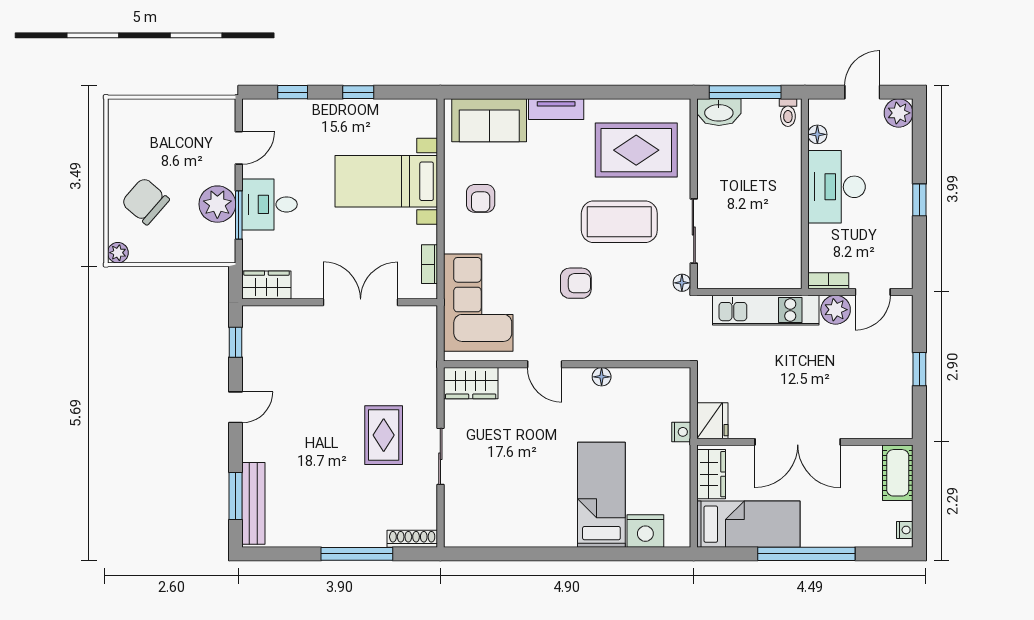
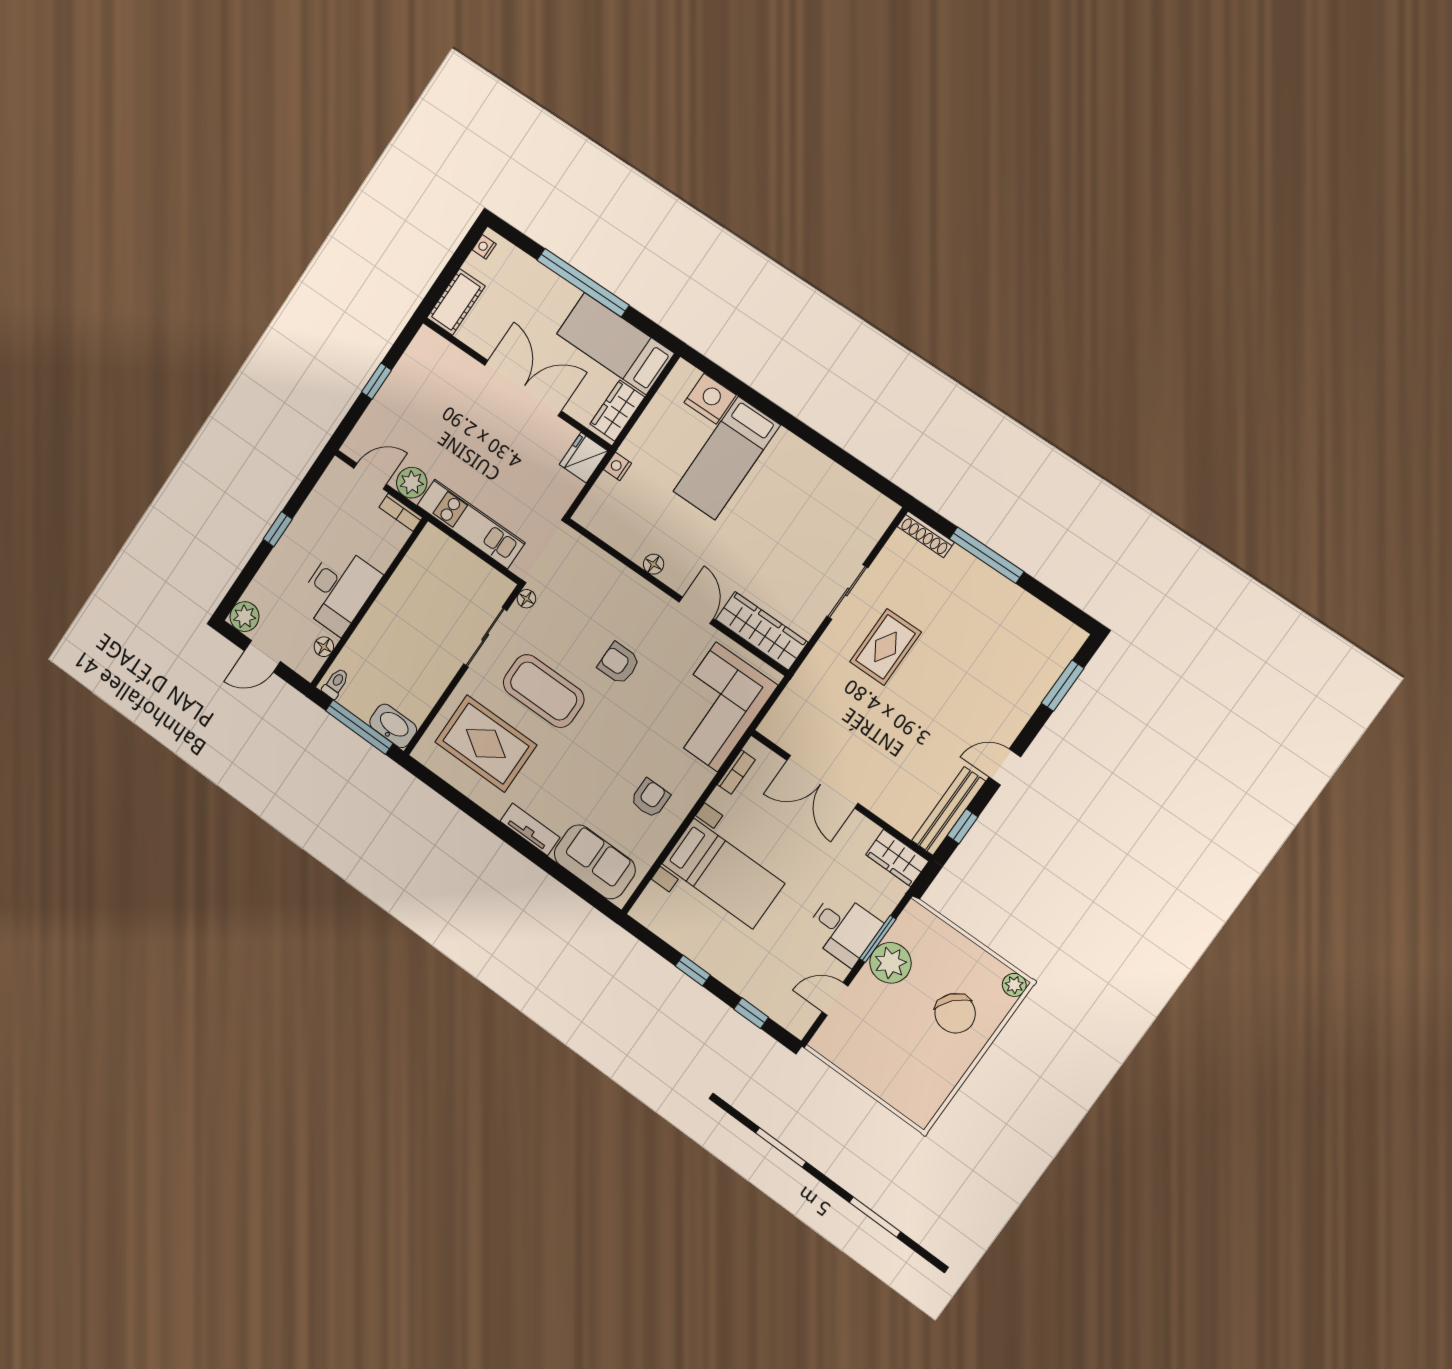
wardrobe: (471, 383) -> (762, 631), width x1.50
bench: (253, 503) -> (949, 811), moved

